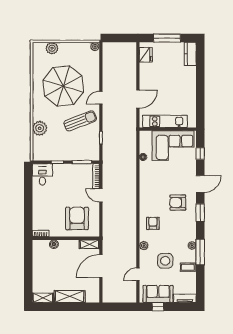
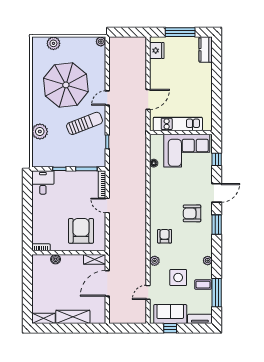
window: (200, 252) -> (217, 293), moved

